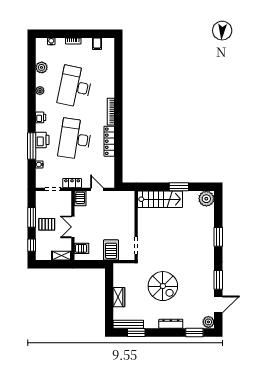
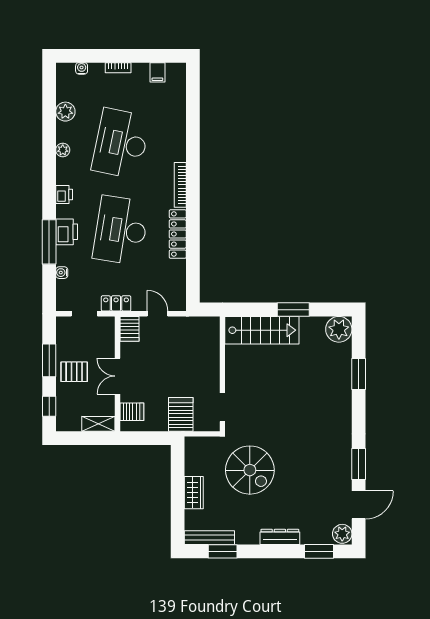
window: (218, 237) -> (359, 374), moved
spiral stairs: (163, 286) -> (250, 470), moved

